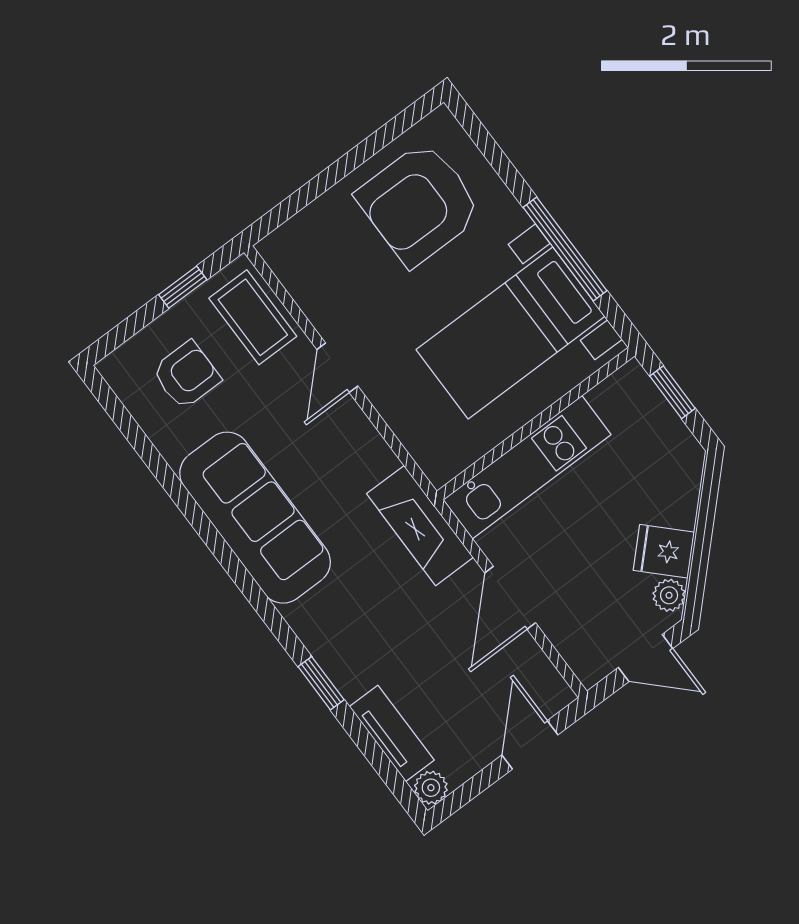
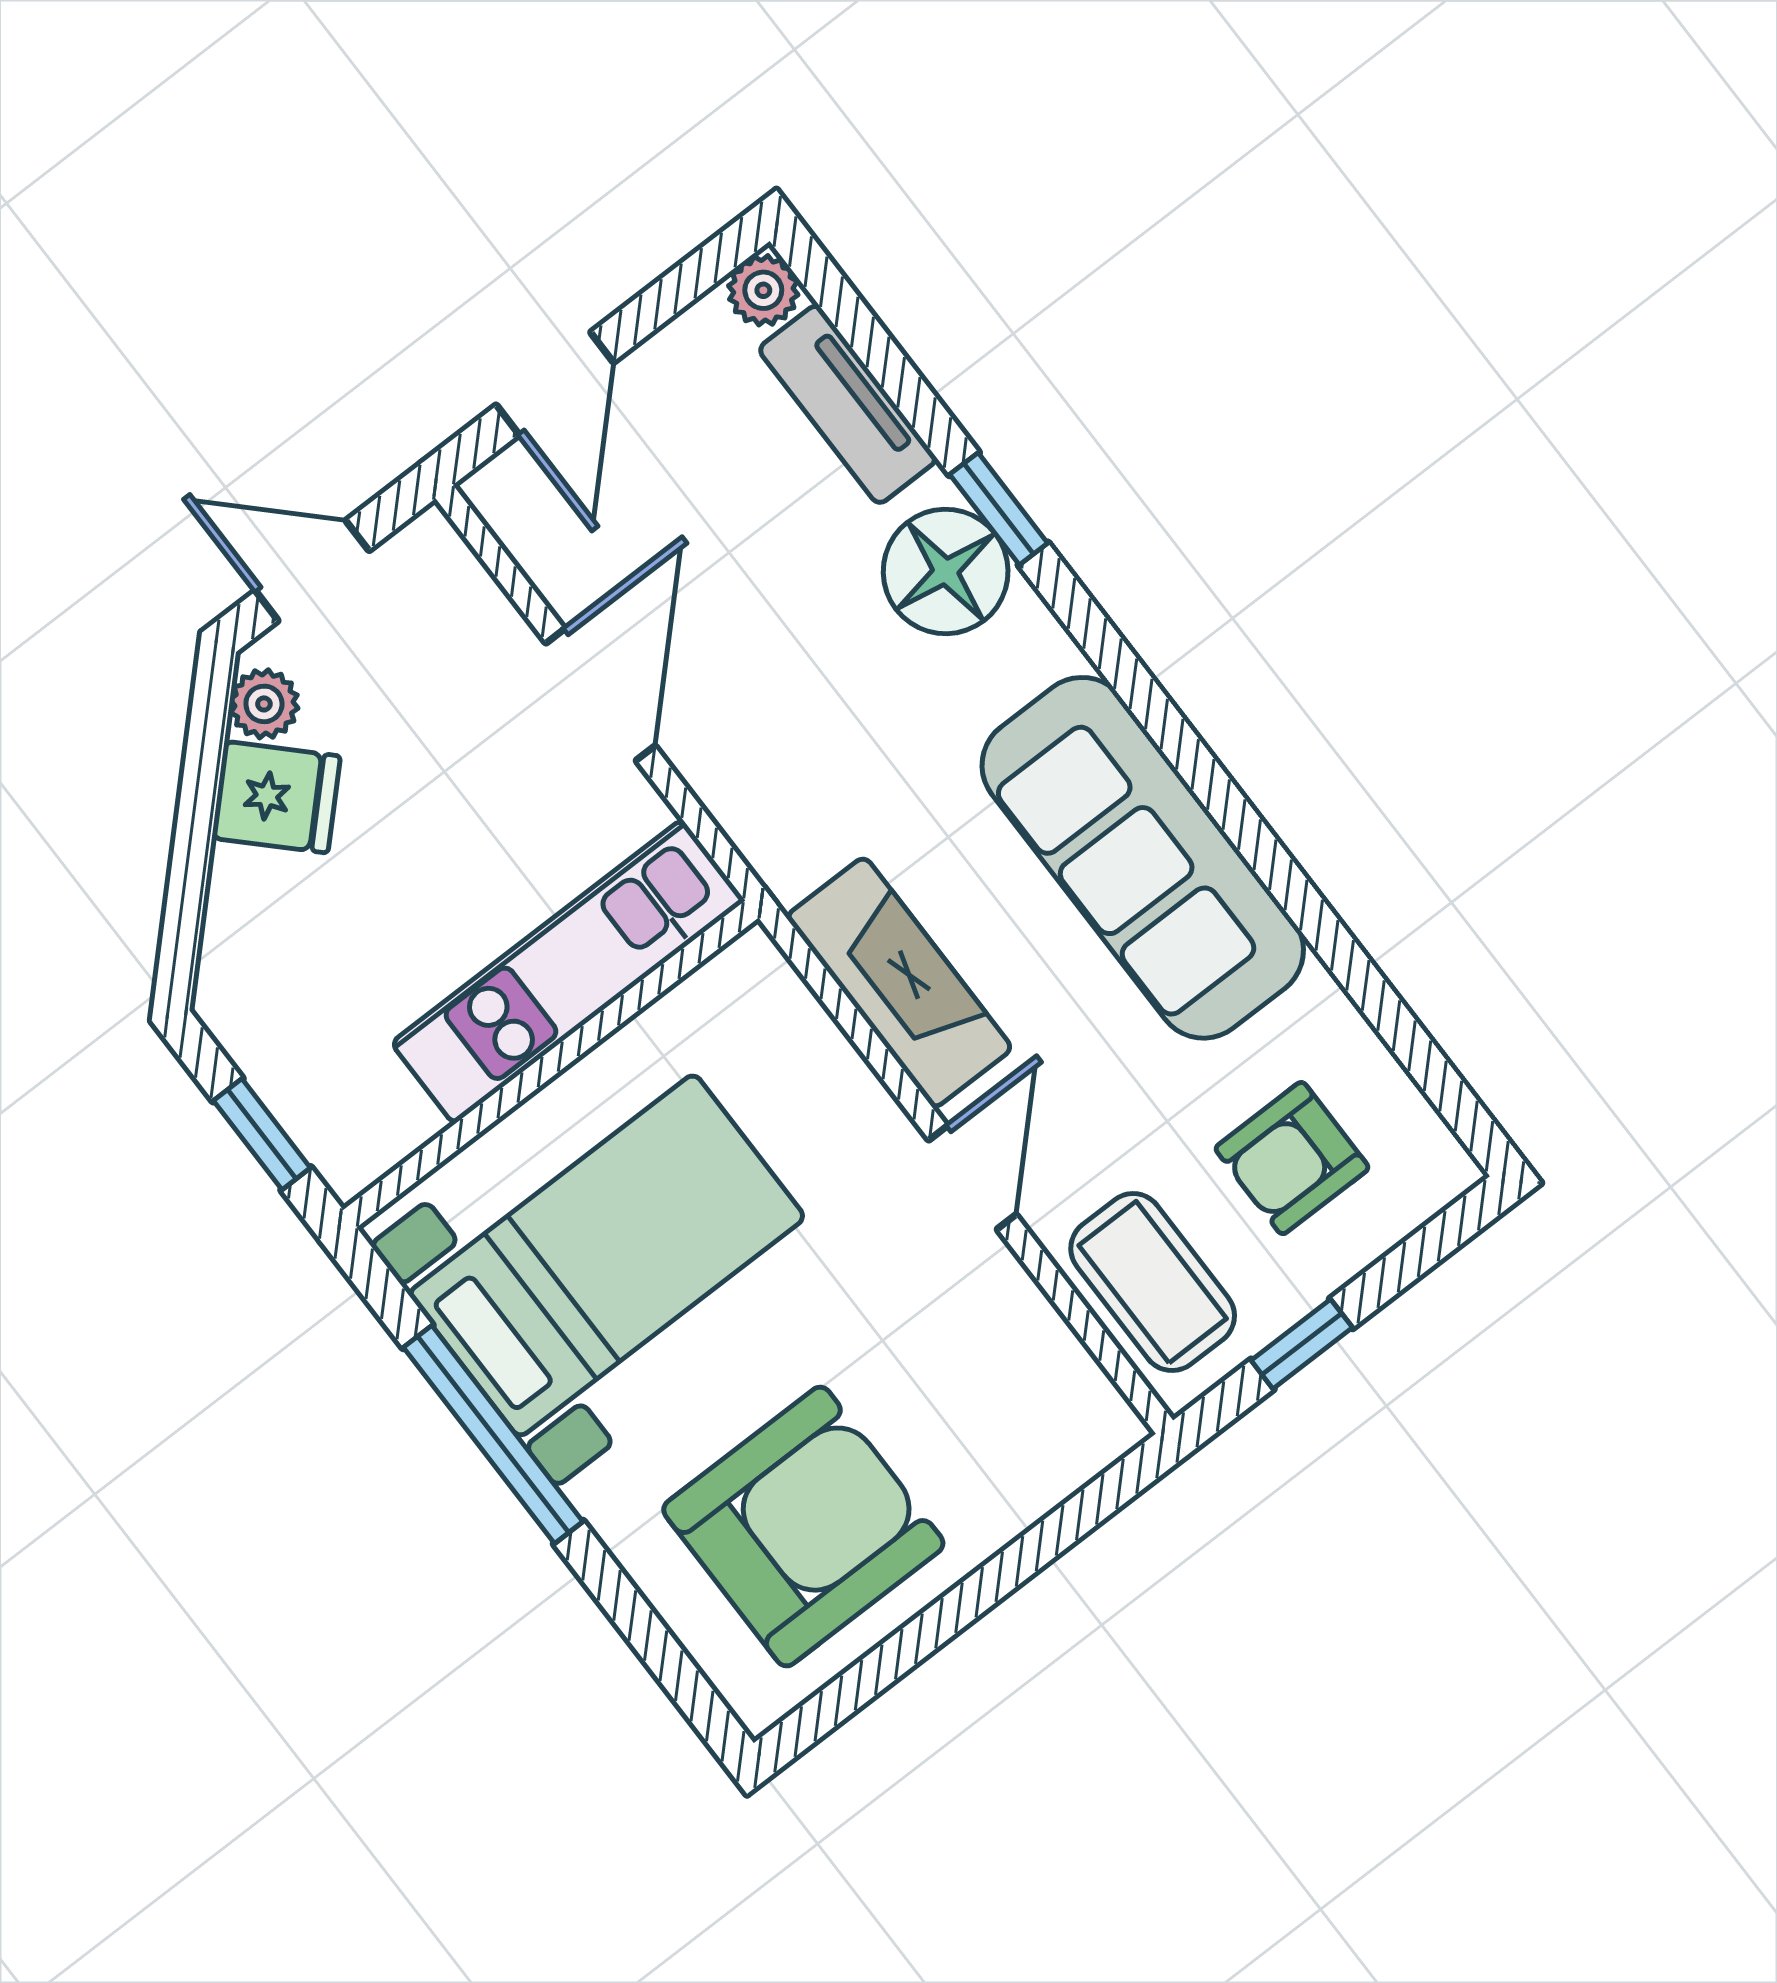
fireplace: (420, 526) -> (899, 982), moved
floor lamp: (346, 654) -> (946, 571), added

